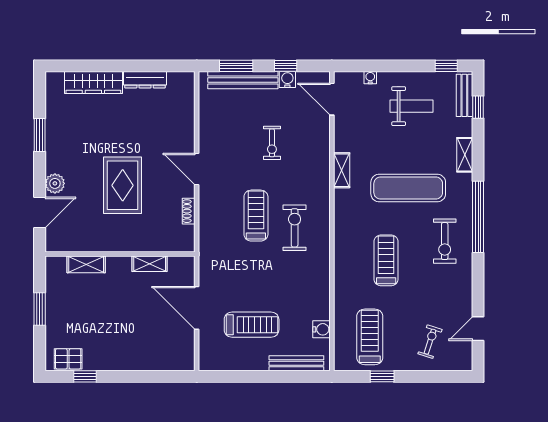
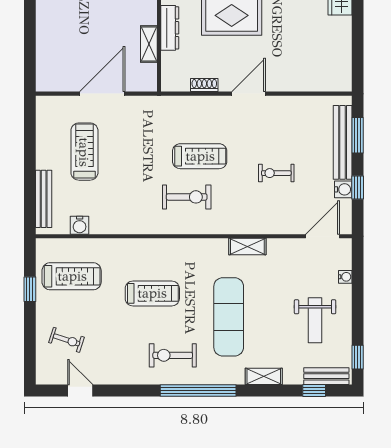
dresser: (145, 80) -> (170, 28), moved, turned 180
treadmill: (252, 325) -> (84, 152), turned 180

